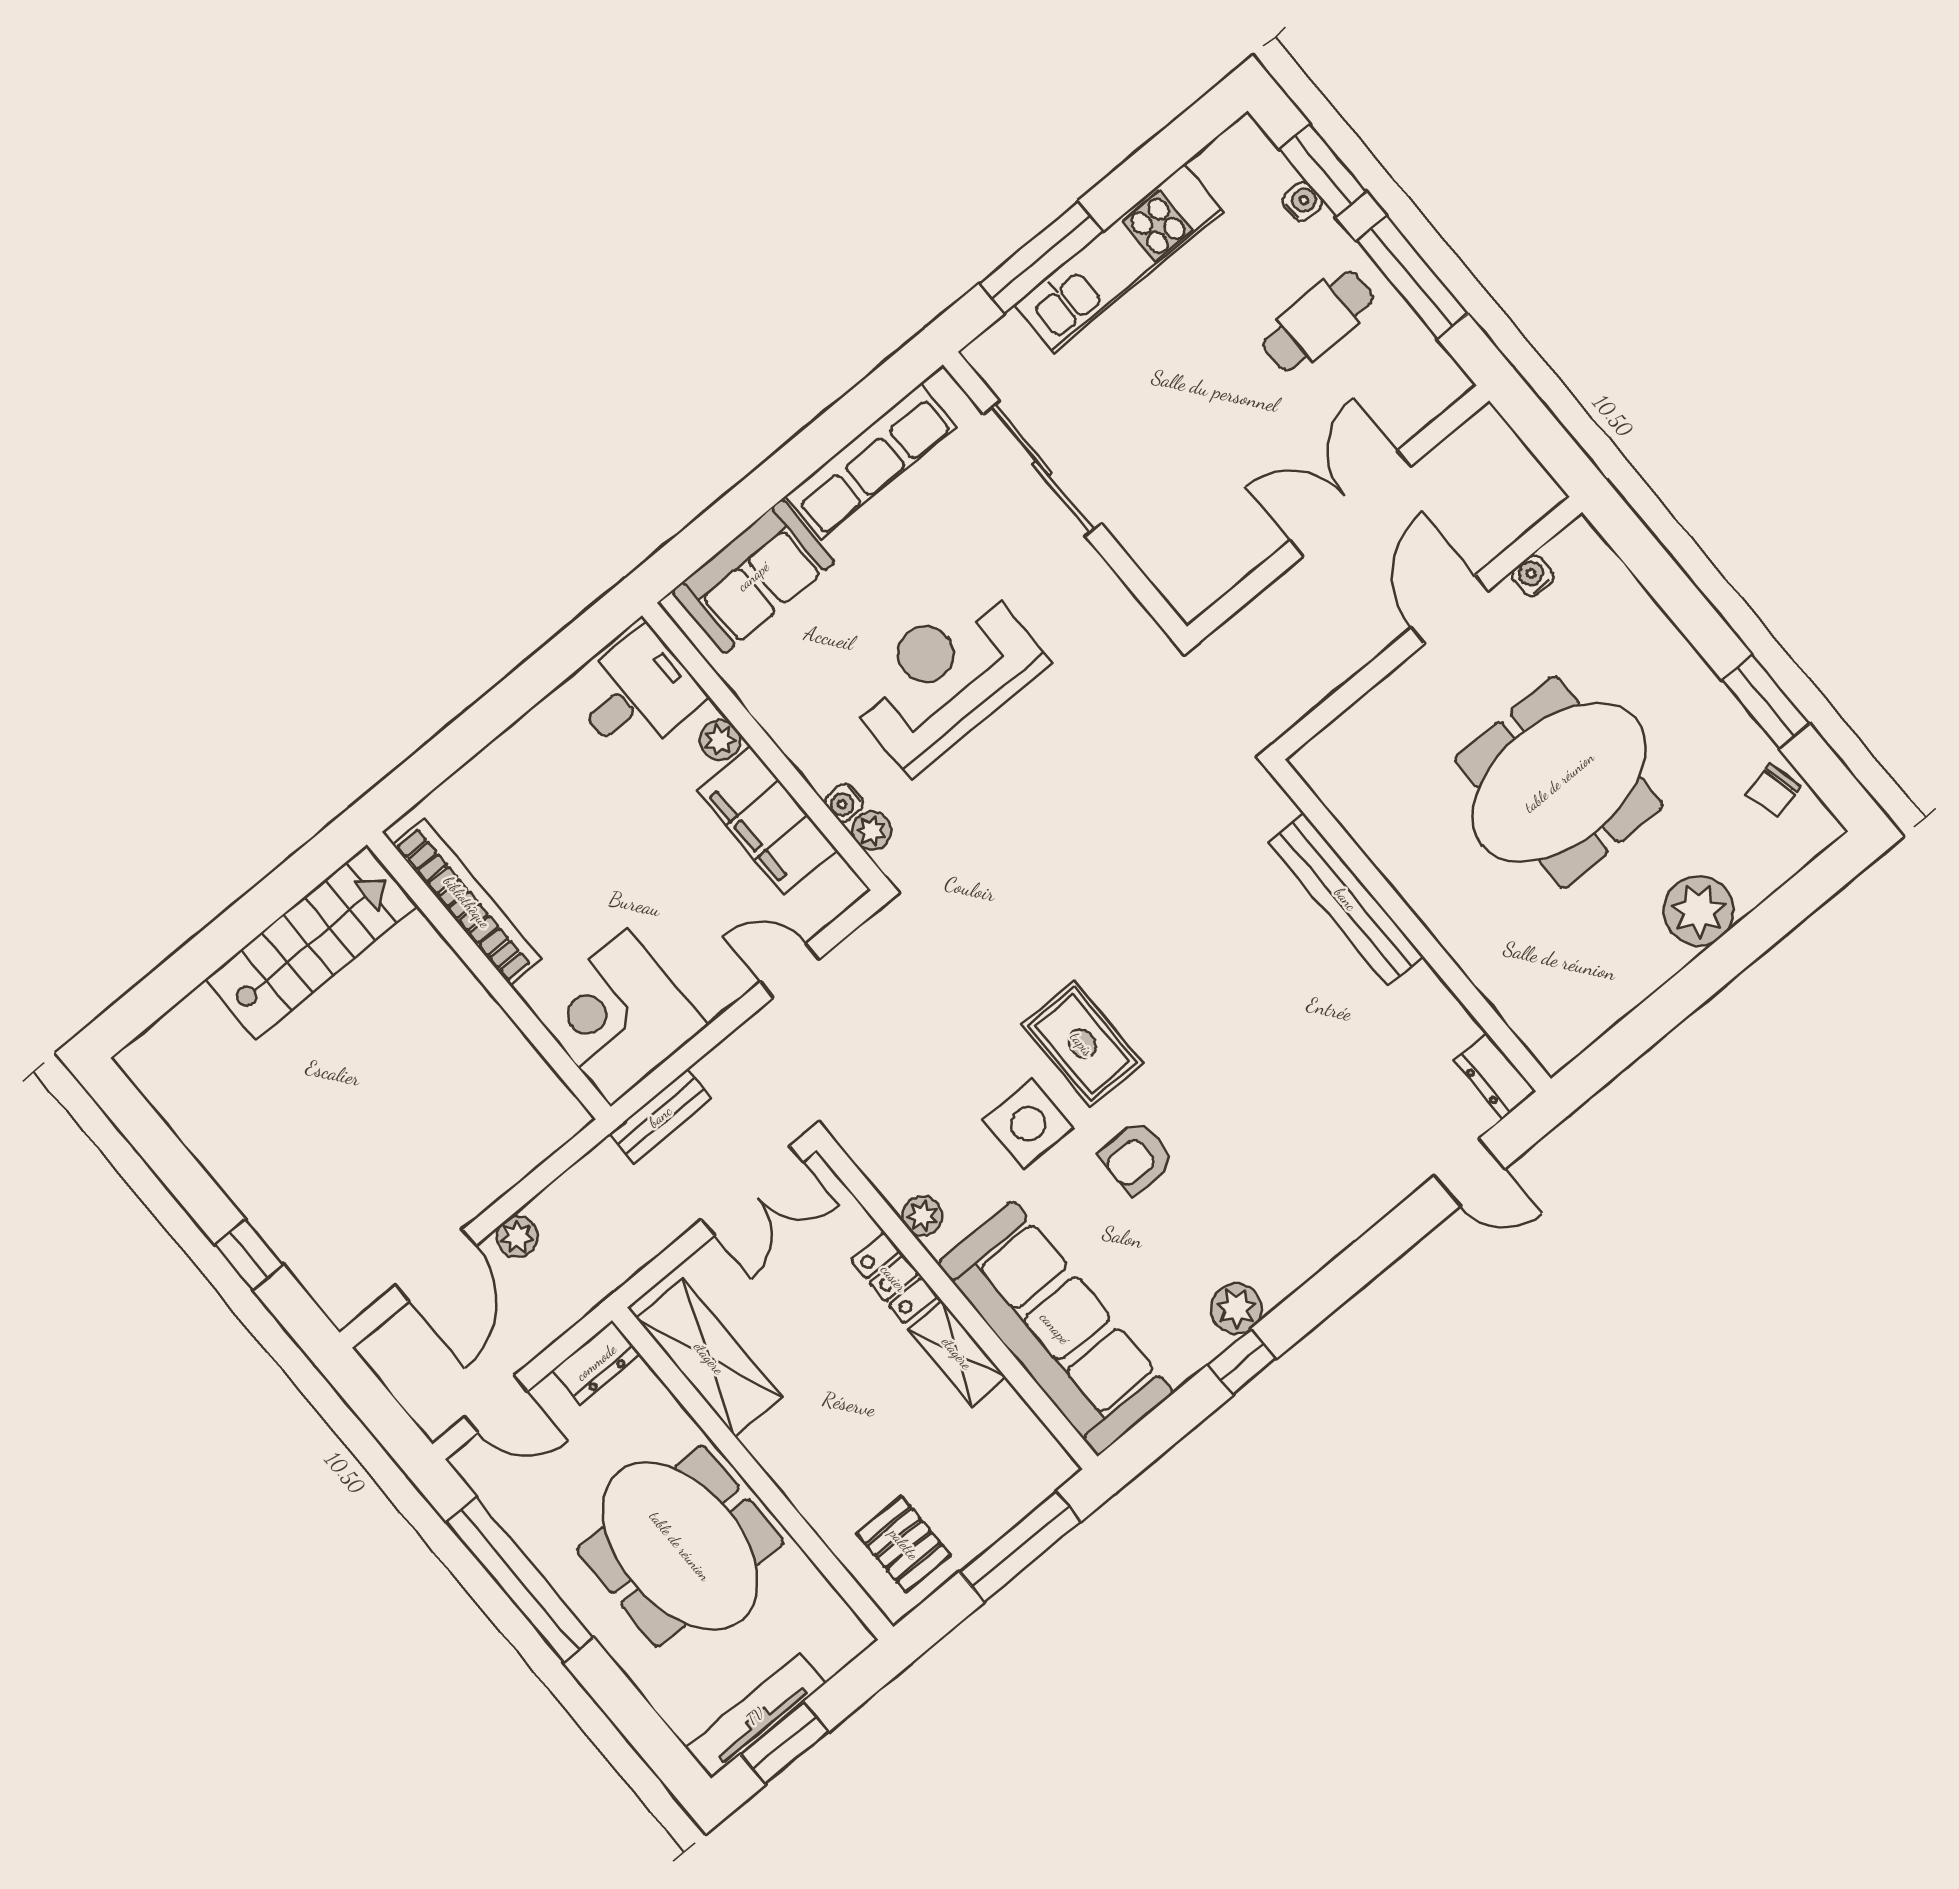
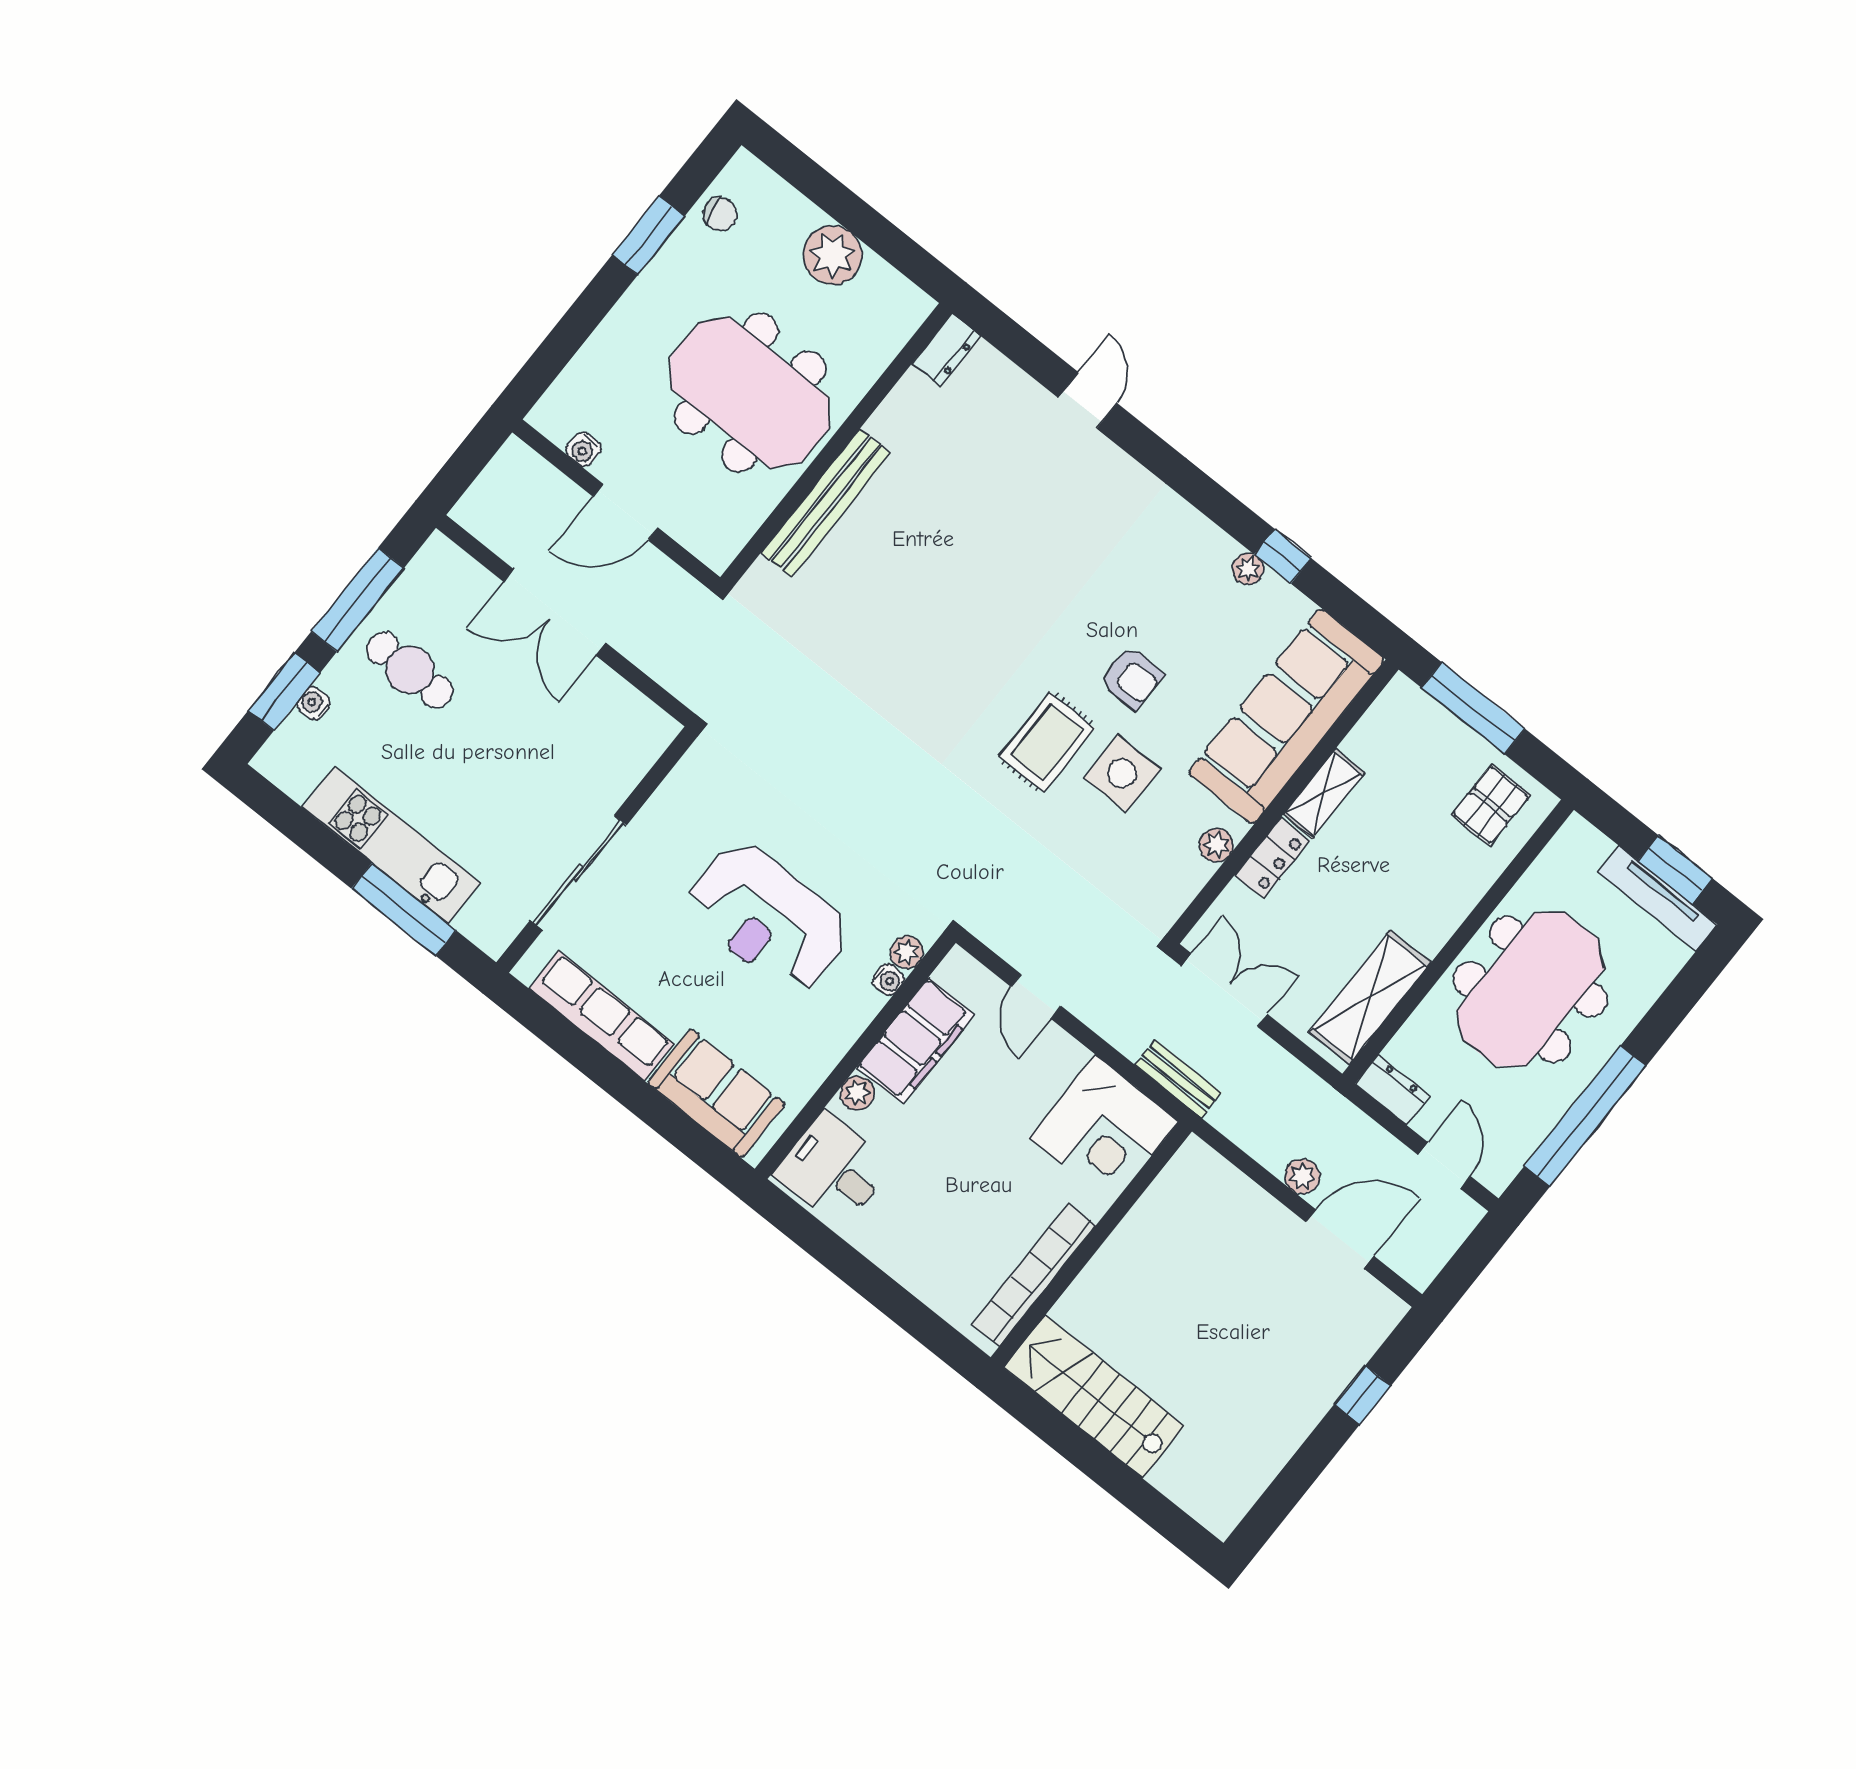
bench: (1346, 899) -> (825, 503), moved
wall: (1410, 926) -> (836, 445), moved
dresser: (1495, 1076) -> (946, 350), moved
plant: (1236, 1309) -> (1248, 569), width x0.73, depth x0.73

